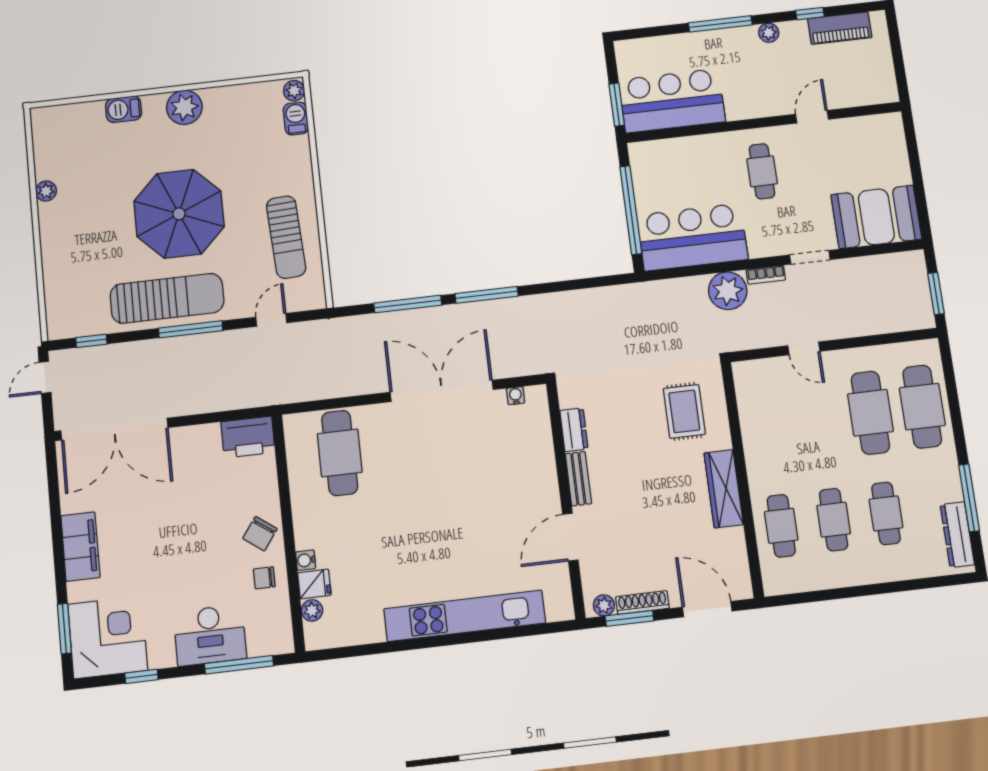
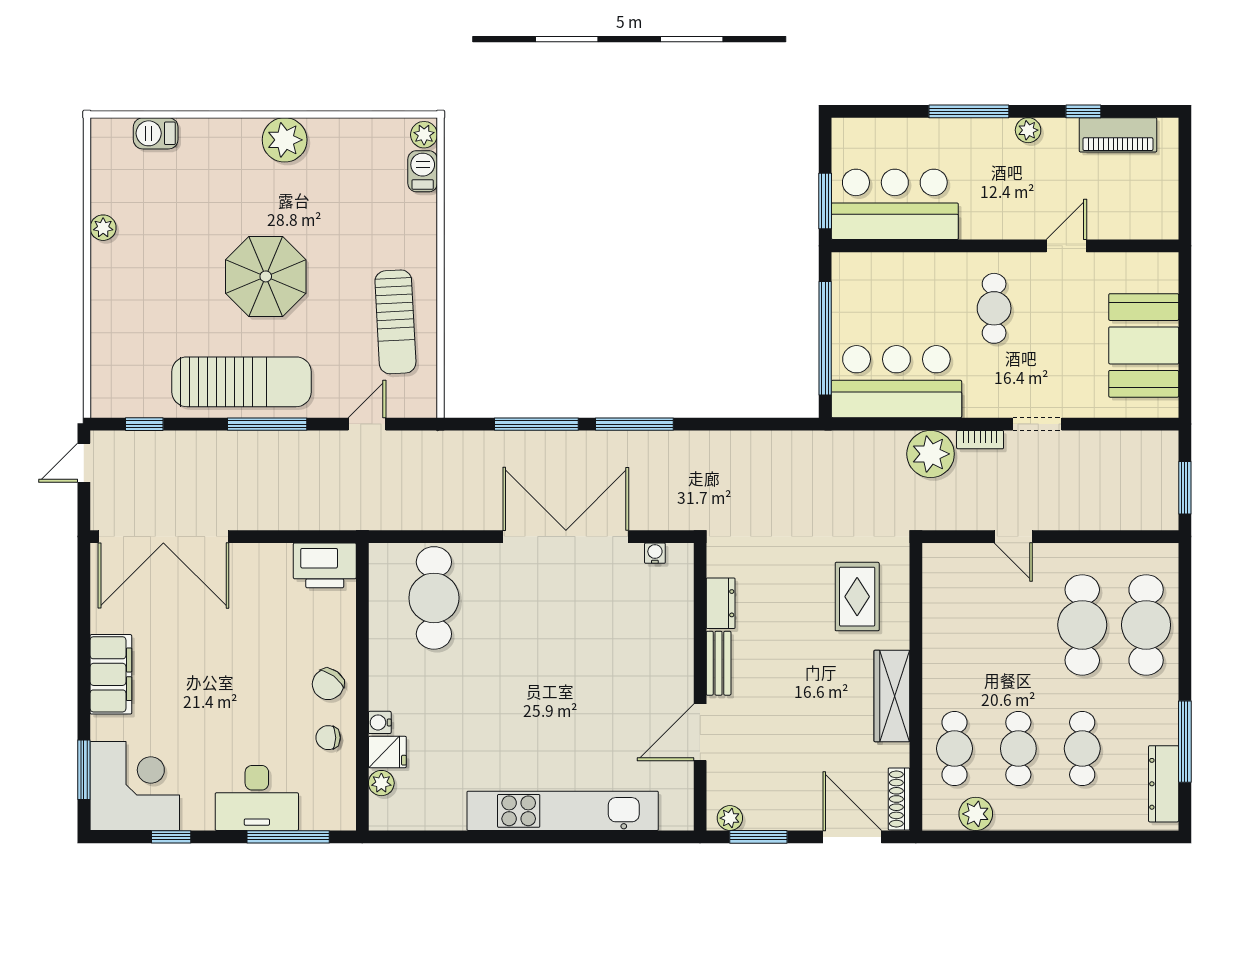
barbecue: (124, 109) -> (156, 133), moved
parasol: (179, 214) -> (266, 276), width x0.73, depth x0.73
booth: (876, 217) -> (1144, 345), moved, turned 90
plant: (807, 578) -> (976, 814), added
shoe rack: (642, 602) -> (899, 799), moved, turned -90

